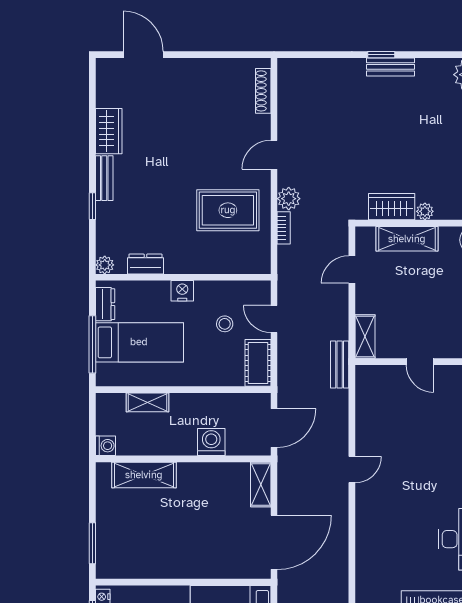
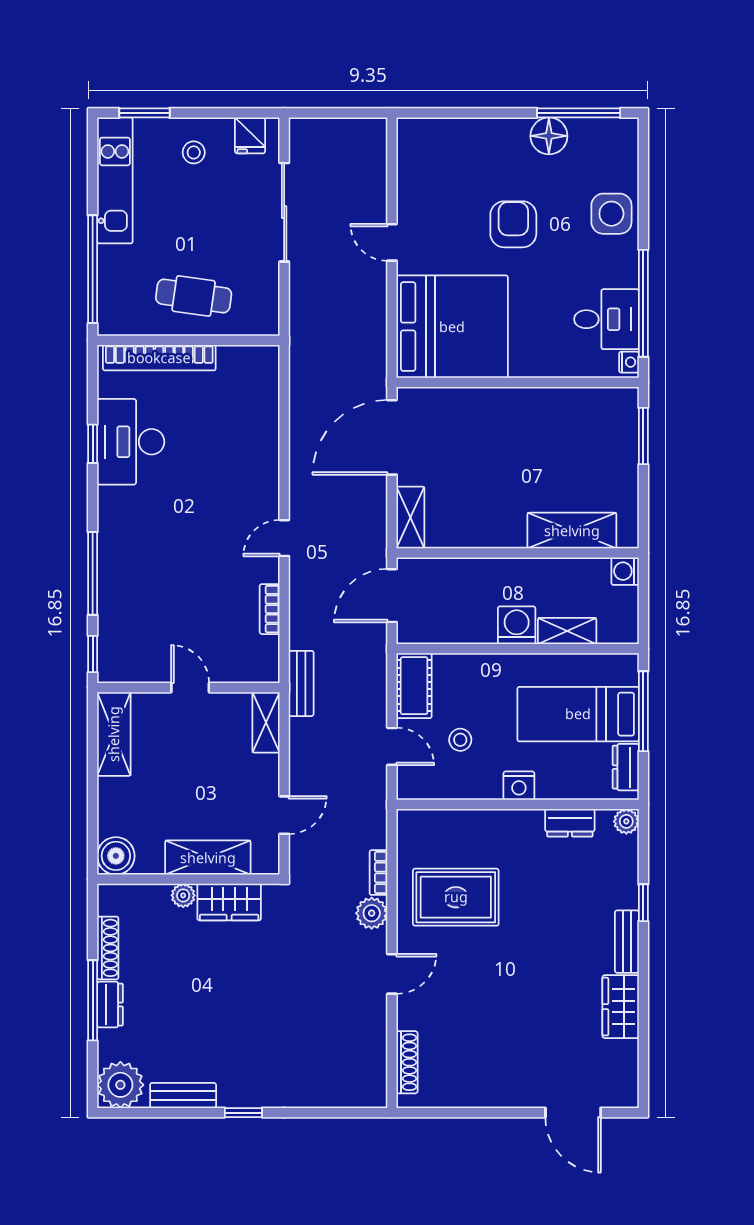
bench: (390, 67) -> (183, 1095), moved
bookcase: (362, 418) -> (270, 609), added
washing machine: (211, 442) -> (517, 625), moved, turned 180

